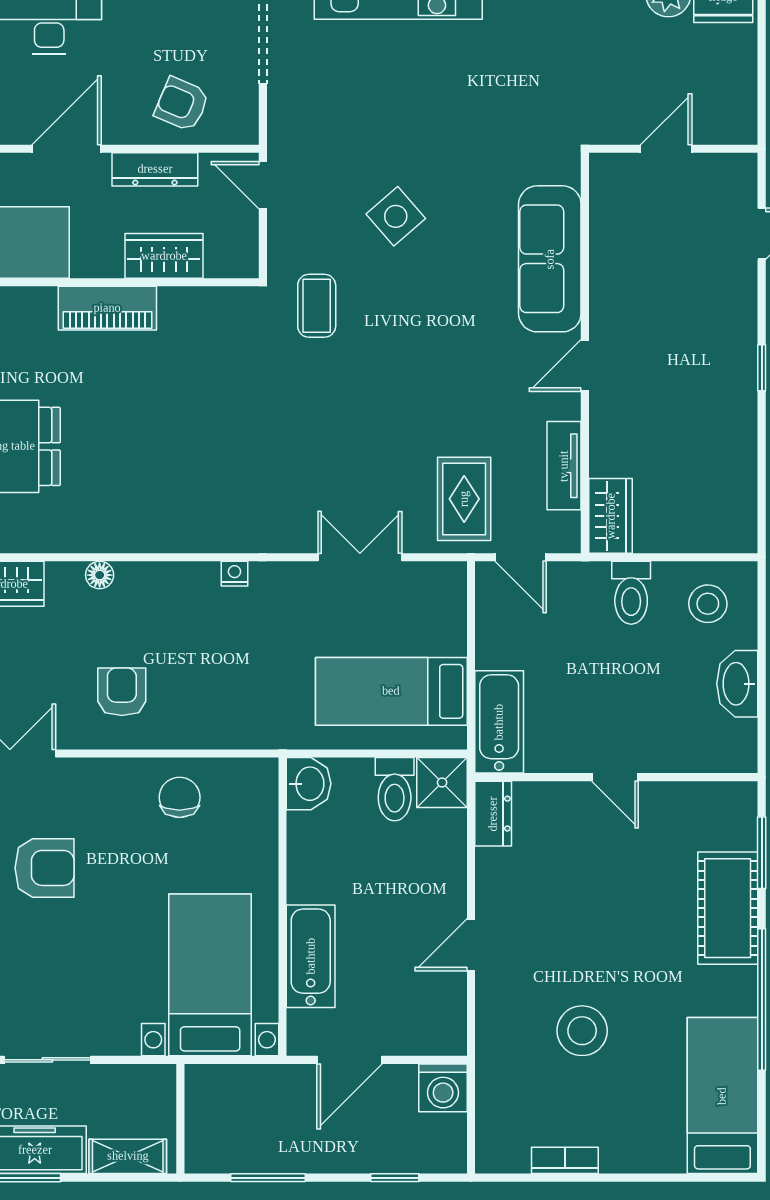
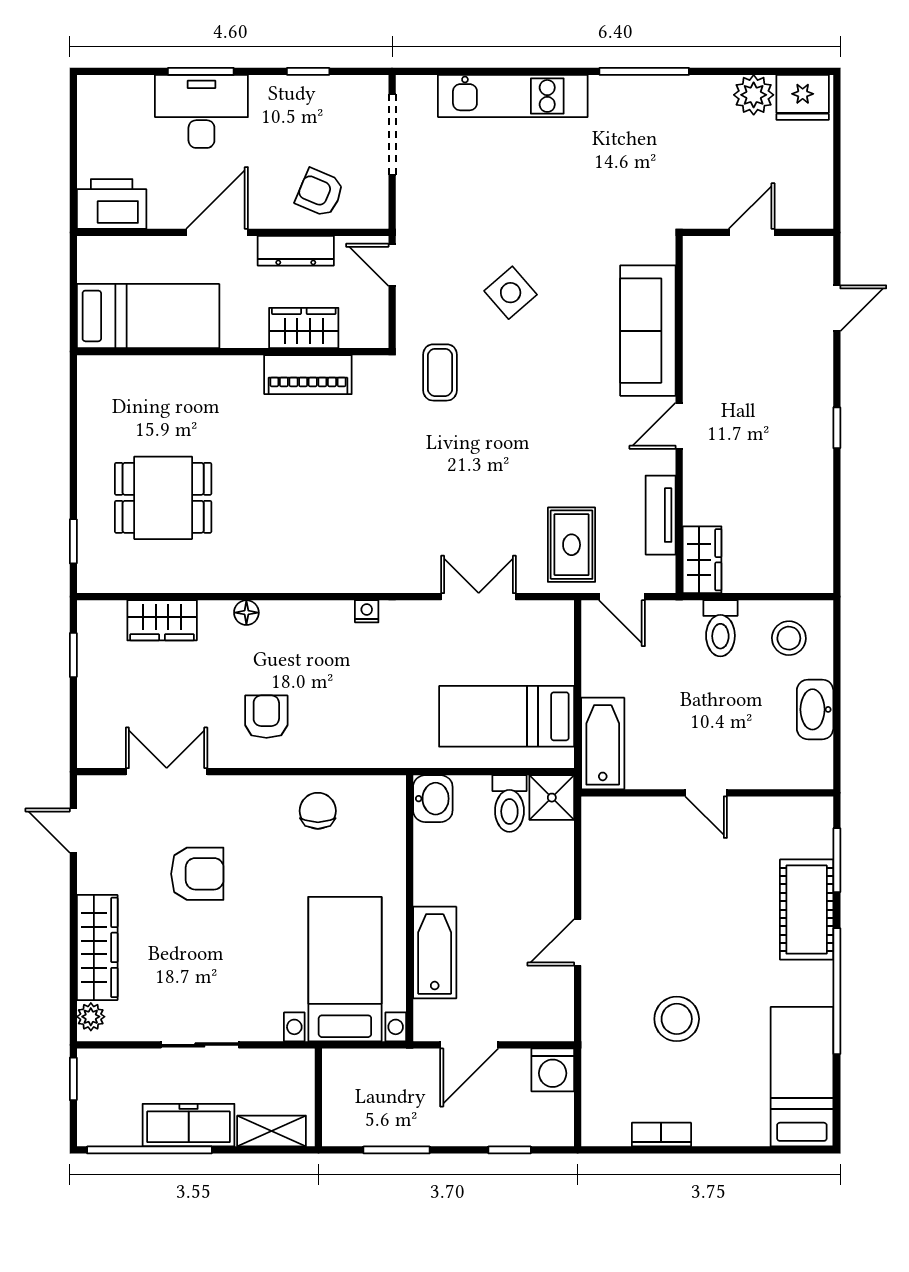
piano: (107, 308) -> (308, 375), moved
dresser: (493, 814) -> (597, 825), removed

